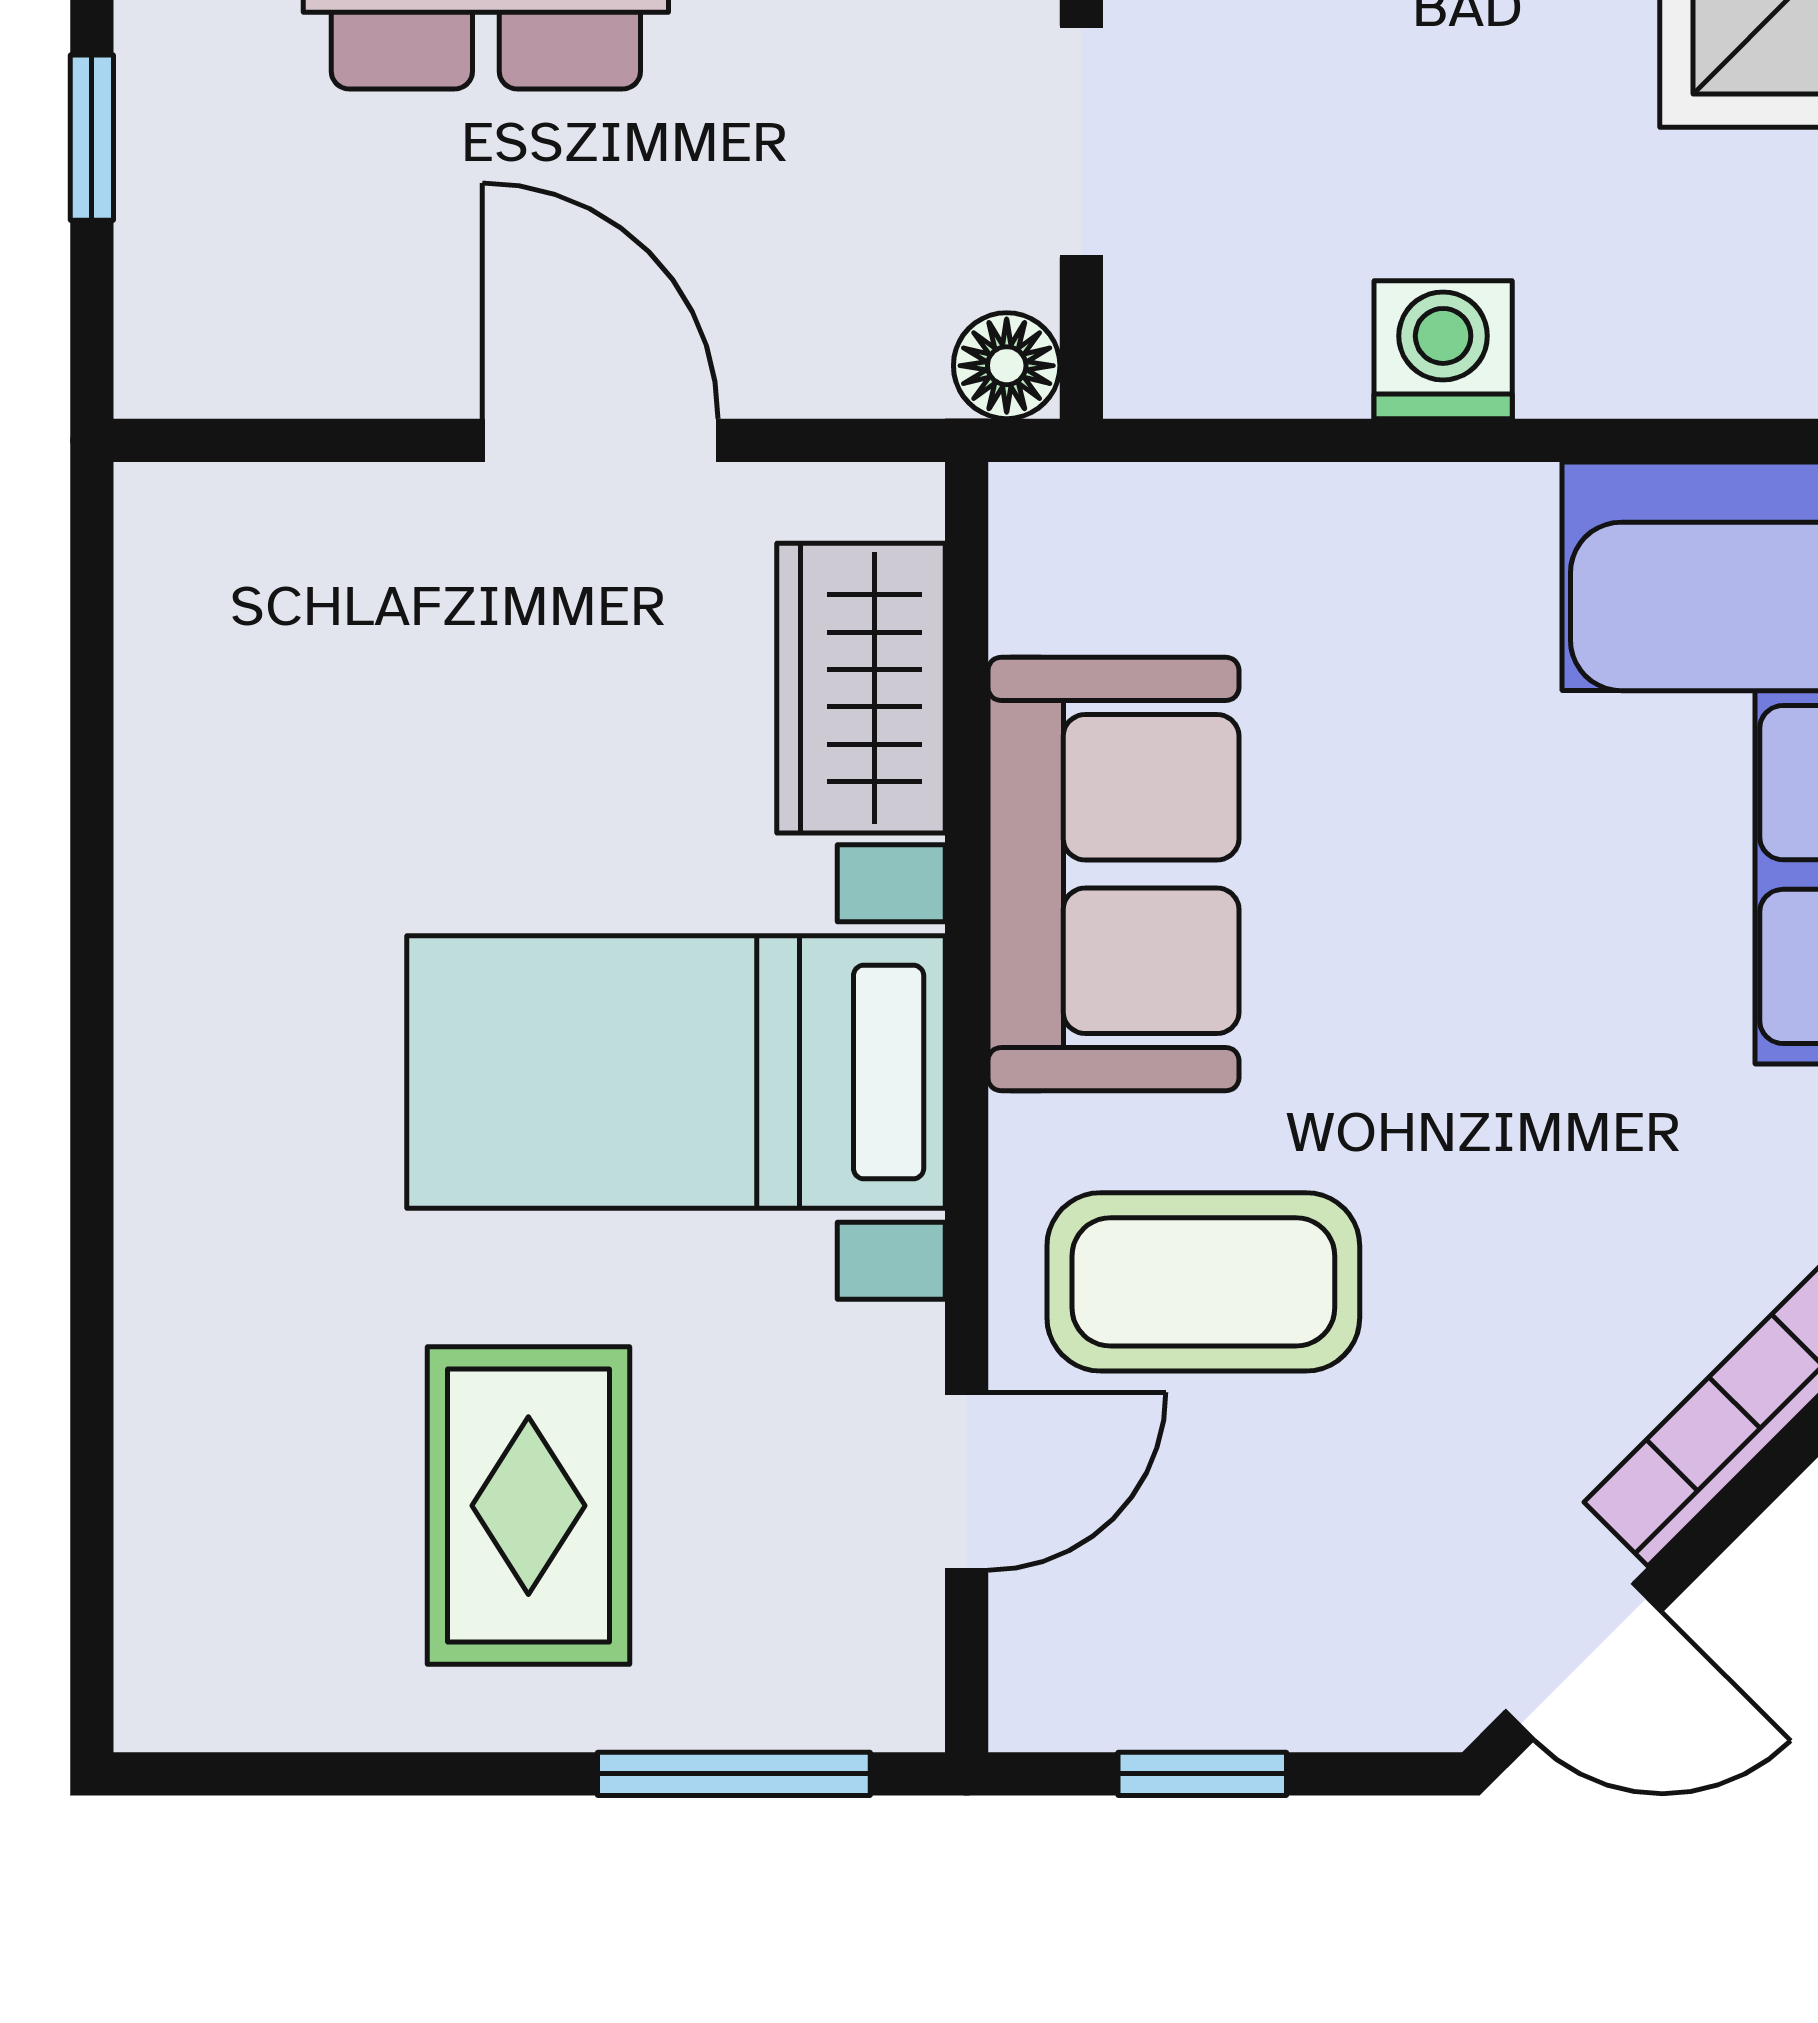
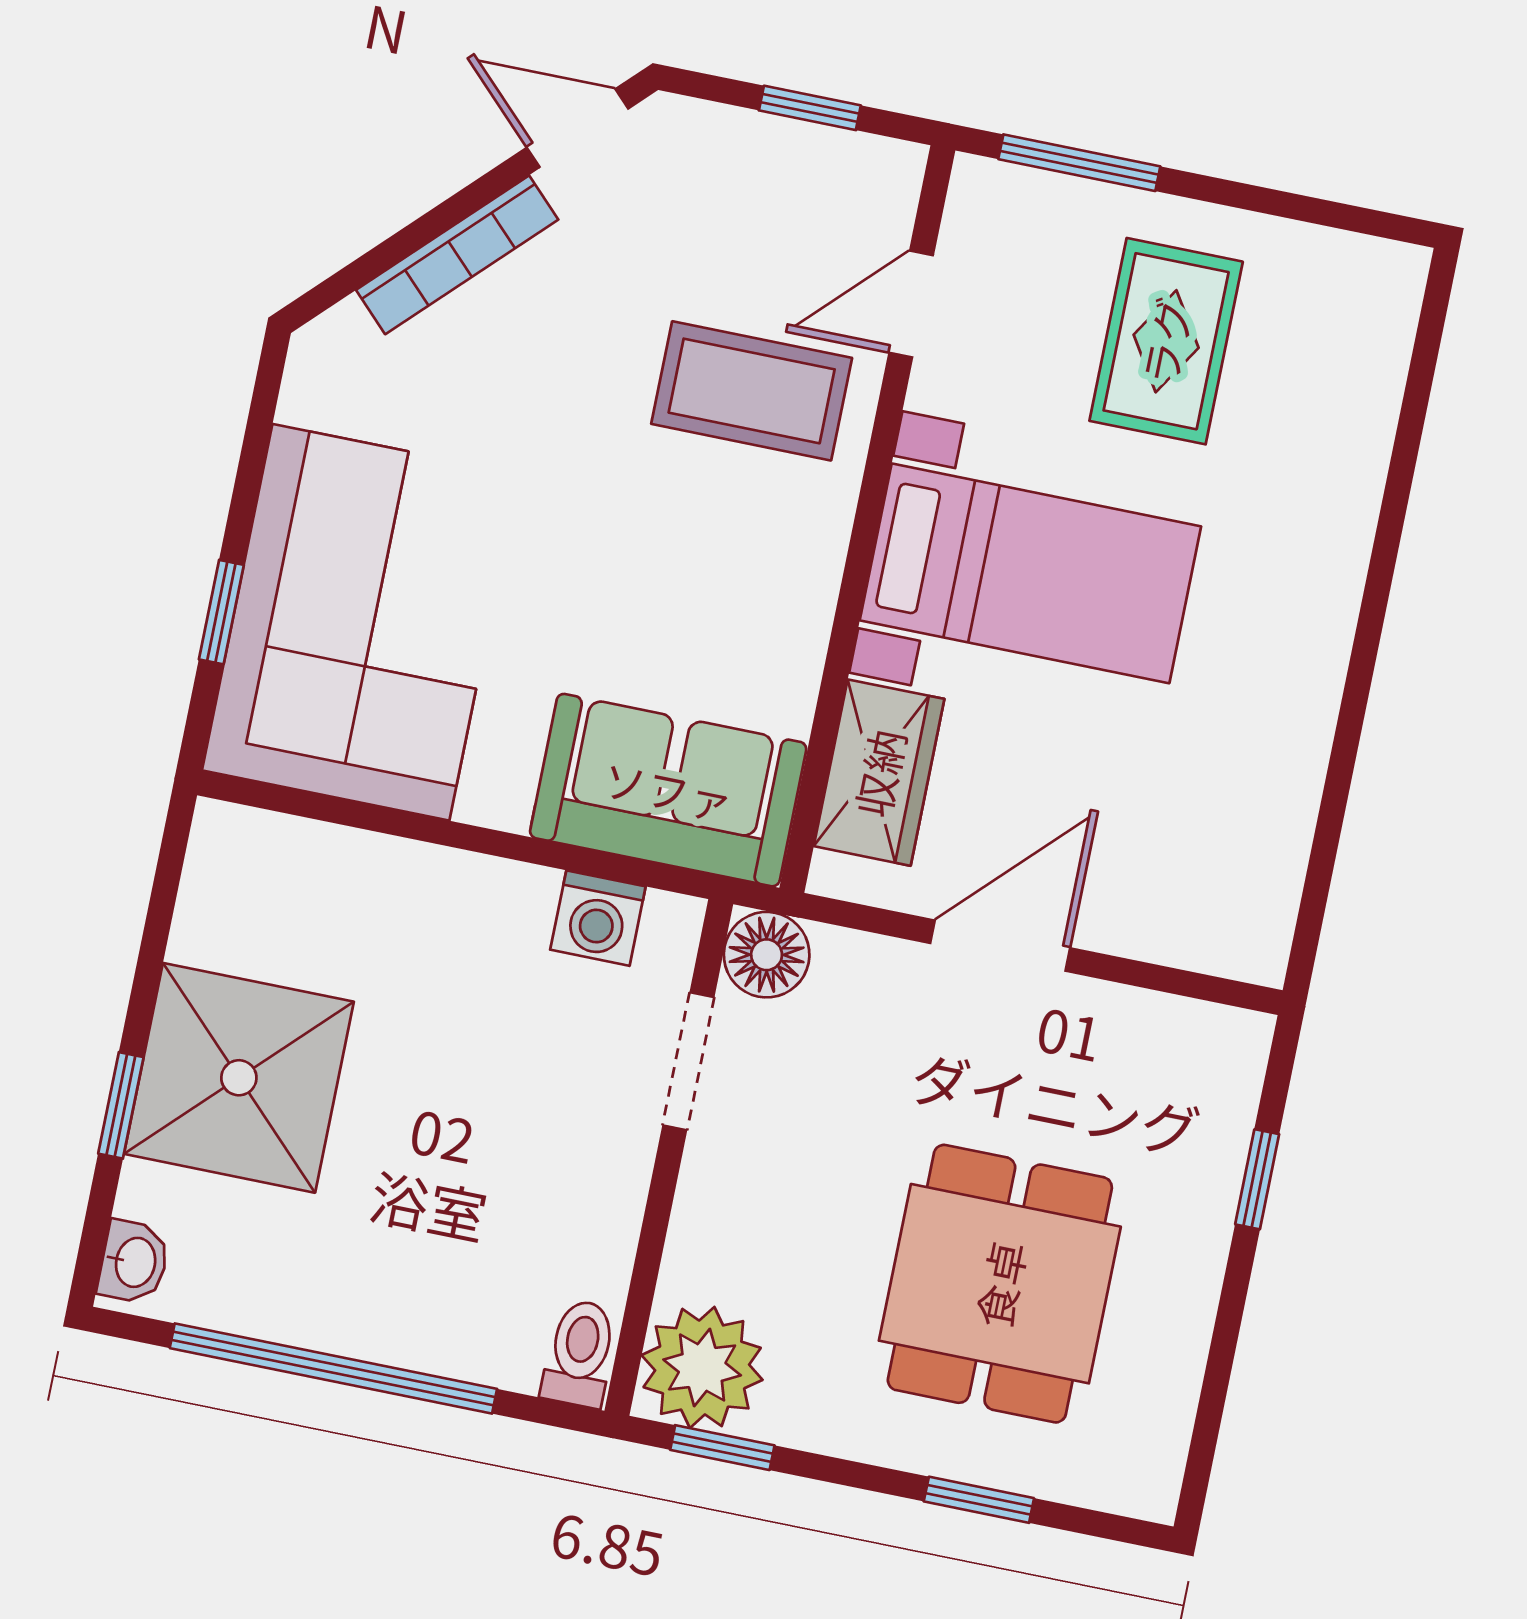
washing machine: (1443, 350) -> (598, 918), moved
floor lamp: (1007, 366) -> (767, 955), width x1.37, depth x1.37
door: (600, 440) -> (1000, 946), swing flipped
sofa: (1113, 874) -> (668, 790), moved, turned 90

